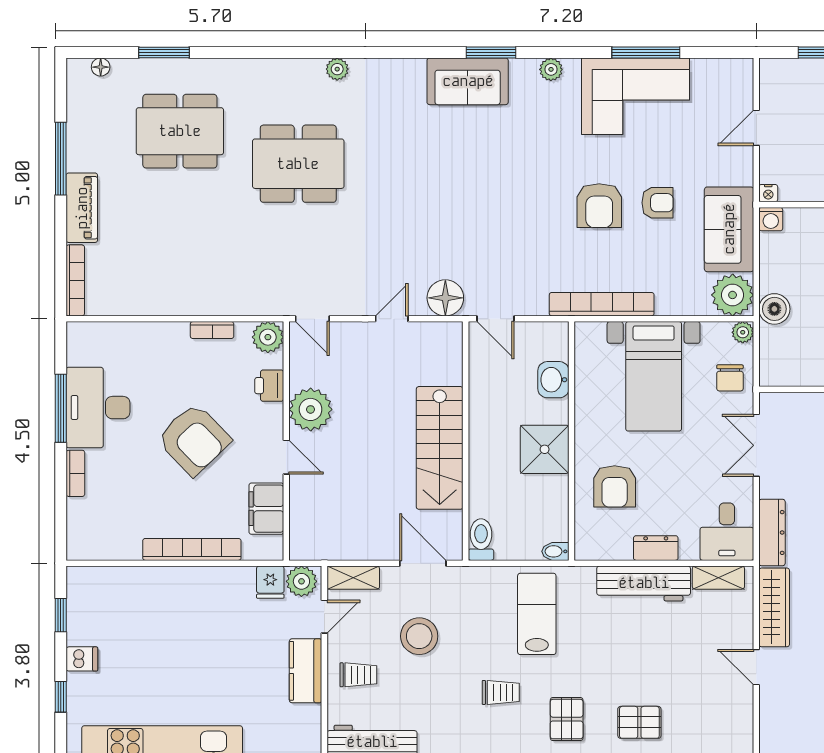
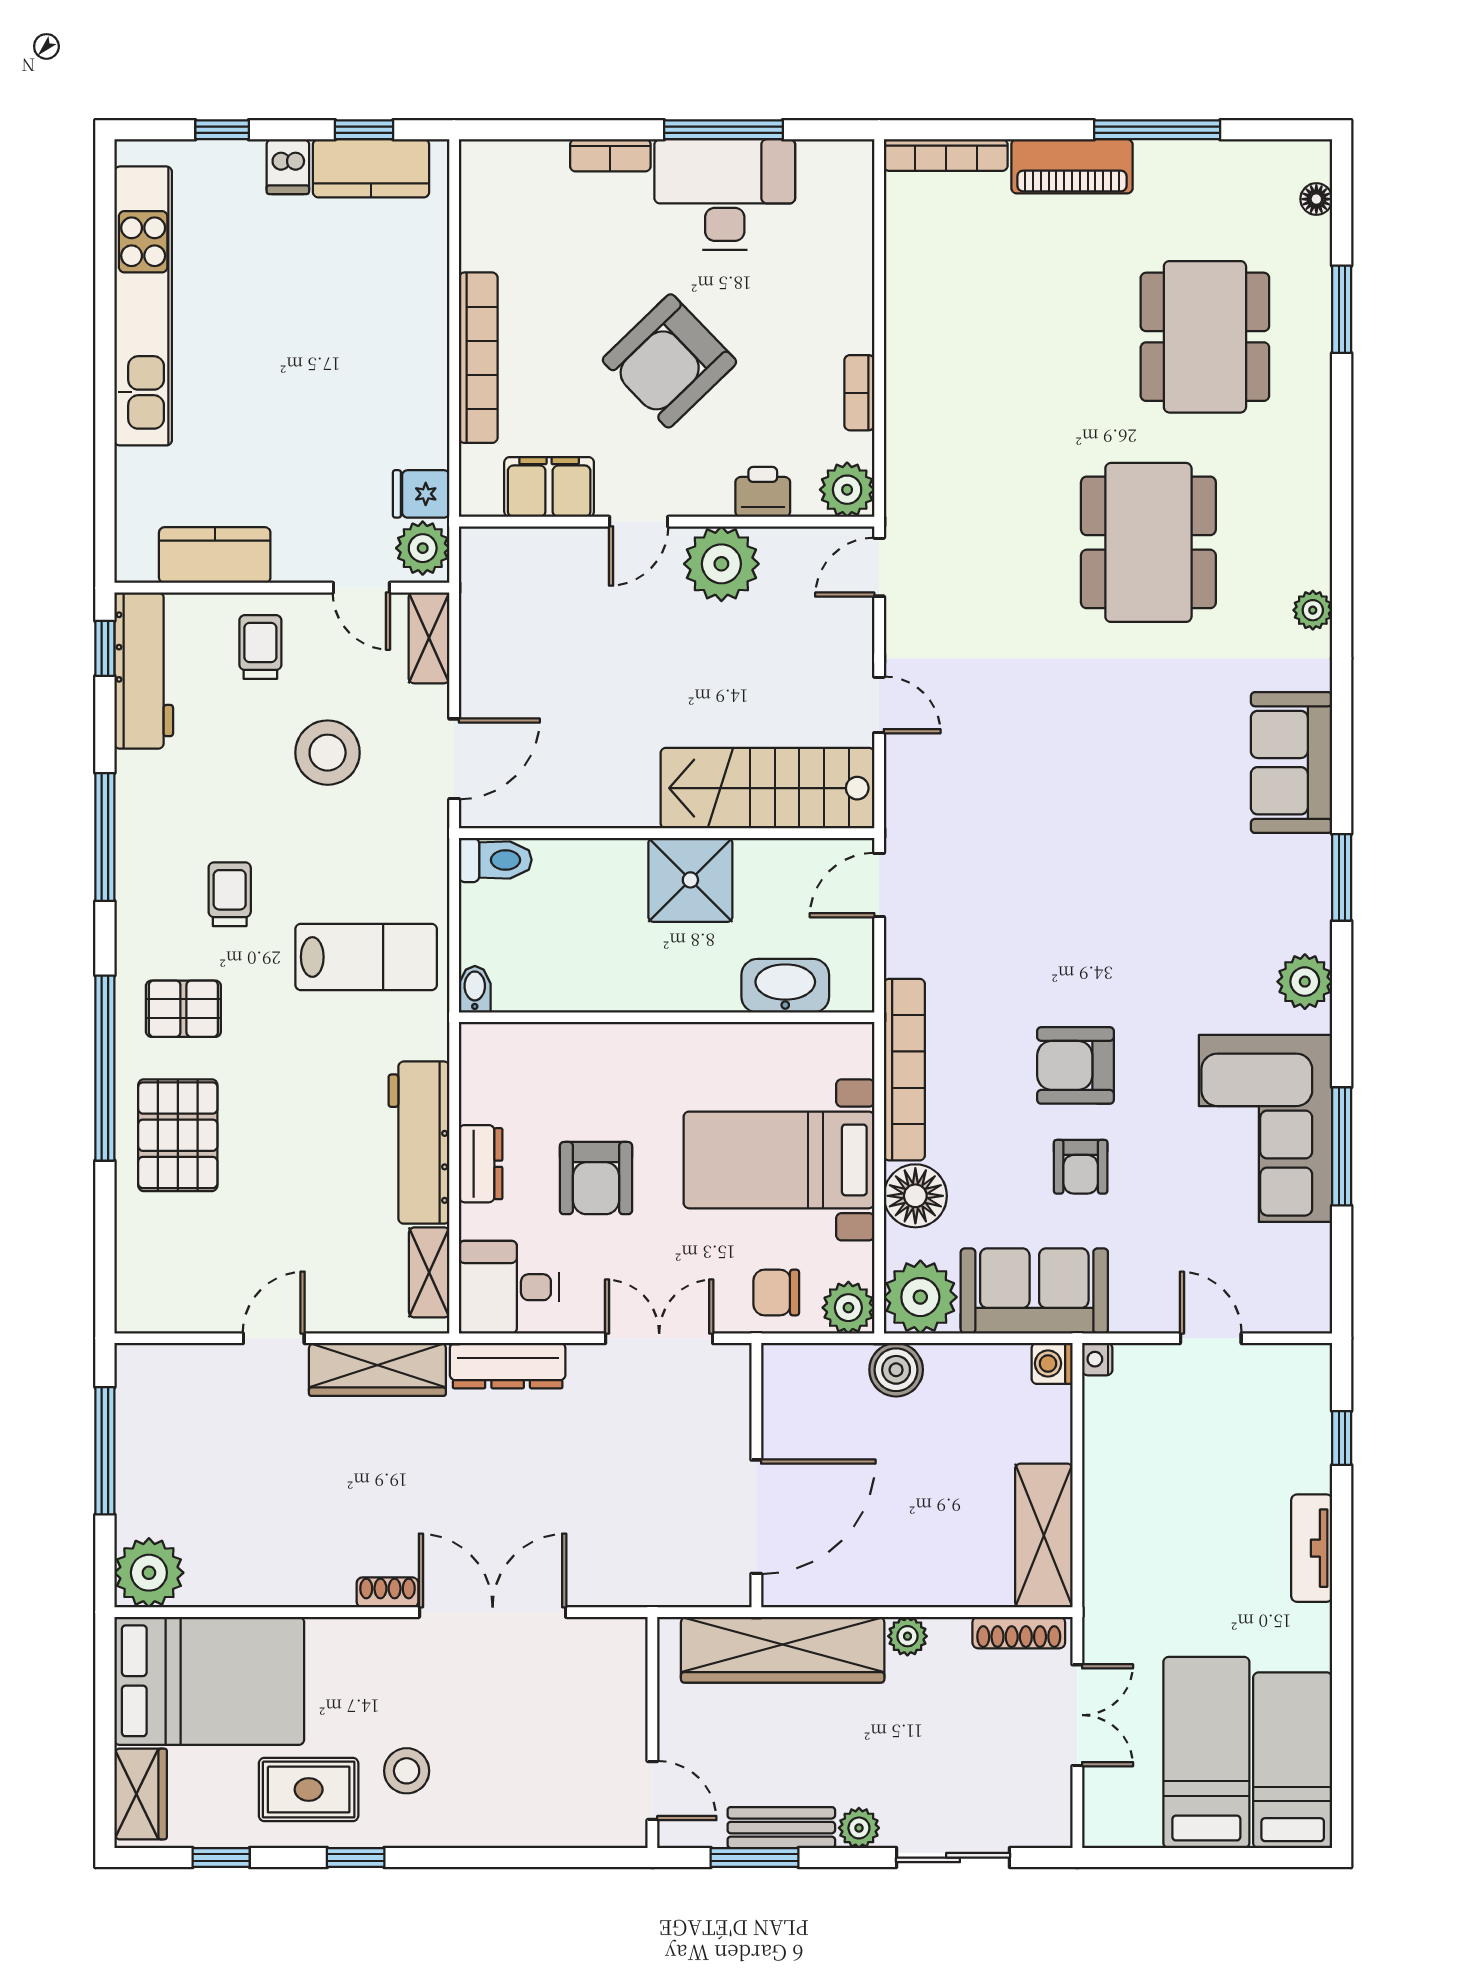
plant: (551, 69) -> (1305, 982), width x1.38, depth x1.38
sofa: (468, 81) -> (1292, 763), moved
floor lamp: (445, 298) -> (915, 1196), moved
plant: (743, 332) -> (848, 1308), width x1.38, depth x1.38
washbasin: (553, 380) -> (785, 986), width x1.38
stairs: (440, 448) -> (767, 788), moved
shower: (545, 449) -> (690, 880), moved
armchair: (615, 486) -> (596, 1178), moved, turned -90
kitchen counter: (83, 611) -> (371, 168), added
kitchen counter: (306, 671) -> (215, 555), moved
trolley: (358, 675) -> (260, 647), turned 180
trolley: (501, 692) -> (230, 894), turned 180
pallet: (639, 722) -> (178, 1135), width x1.50, depth x1.42

